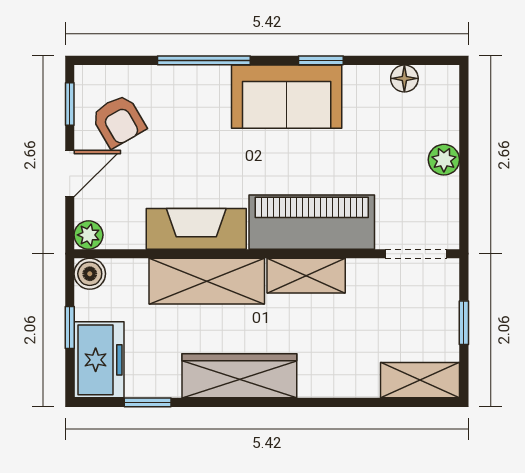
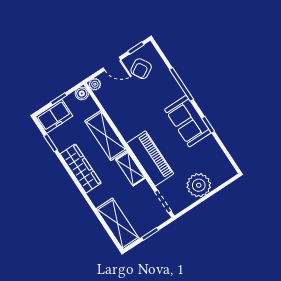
floor lamp: (404, 78) -> (221, 158), removed
plant: (444, 160) -> (199, 185), width x1.88, depth x1.88
fireplace: (196, 229) -> (122, 120), removed
shelving: (420, 380) -> (118, 224), width x1.50, depth x1.33

